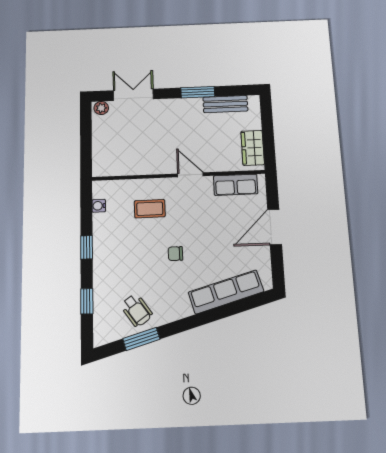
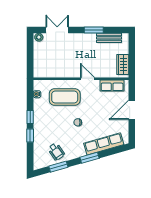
coffee table: (150, 209) -> (65, 97), width x1.86, depth x1.72
window: (87, 301) -> (30, 136), moved
window: (200, 319) -> (89, 158), added

